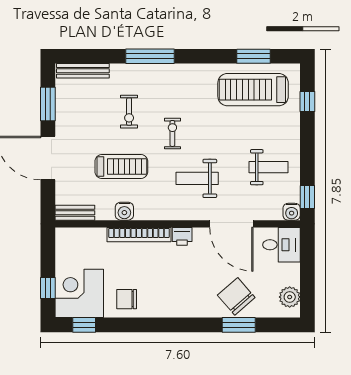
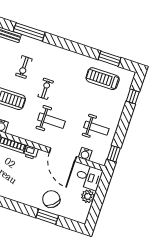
window: (150, 56) -> (29, 32), moved
treadmill: (253, 90) -> (103, 79), width x0.73, depth x0.73
weight bench: (197, 178) -> (51, 121), turned 180
water cooler: (292, 212) -> (85, 154), moved
plant: (290, 297) -> (88, 196), moved

